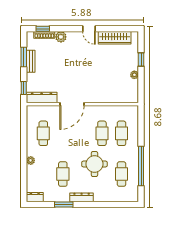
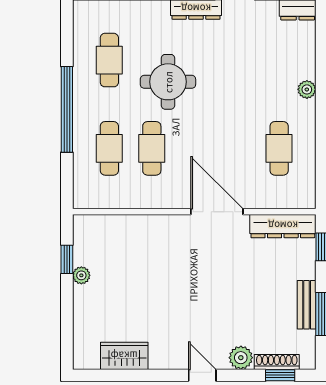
door: (89, 29) -> (202, 375), moved
wardrobe: (115, 38) -> (124, 356), width x0.67
window: (141, 59) -> (67, 259), moved
door: (72, 104) -> (217, 212), hinge flipped
window: (141, 166) -> (67, 109), moved
cafe table: (63, 174) -> (237, 60), removed

